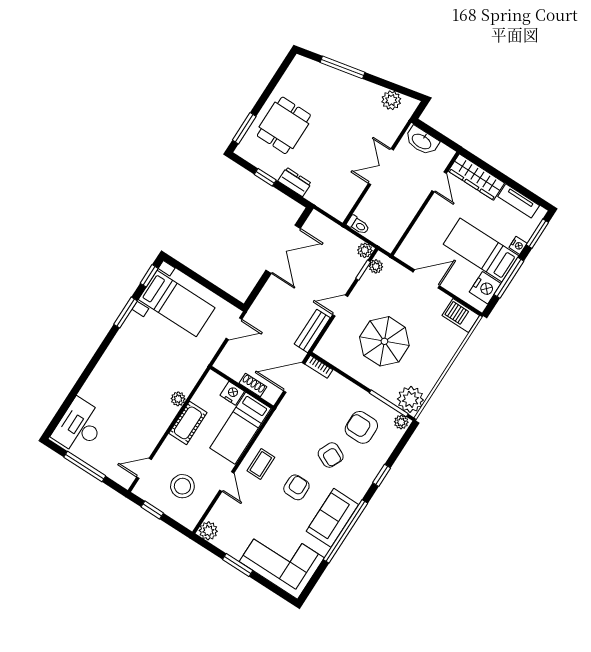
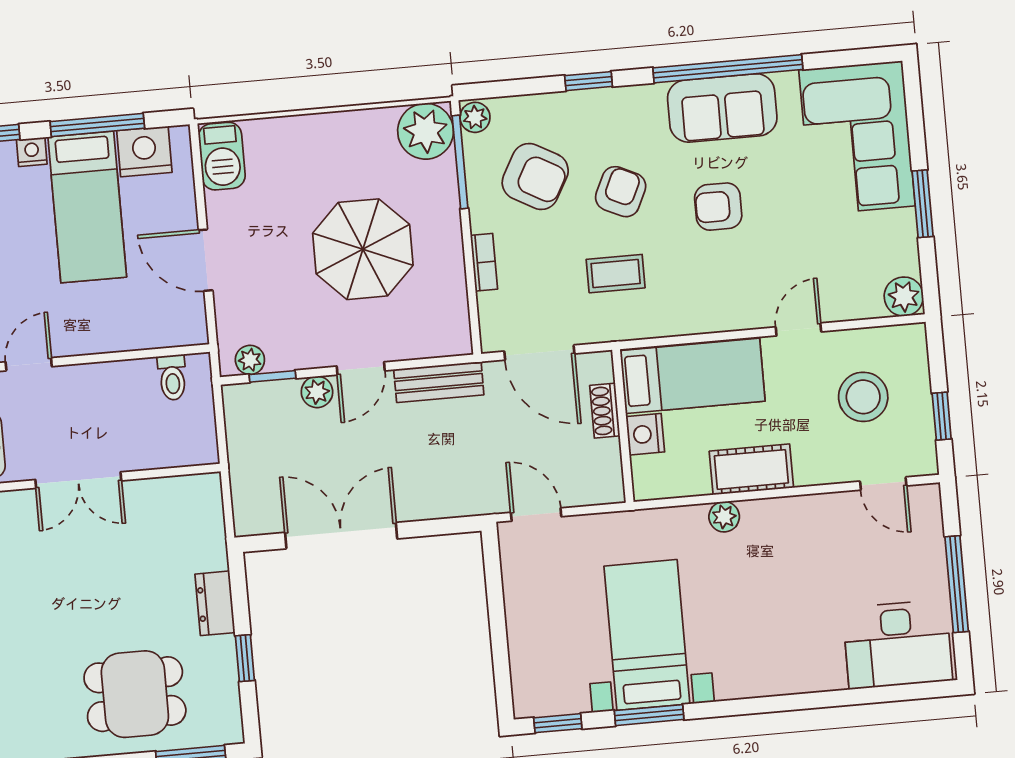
toilet: (358, 225) -> (172, 377), moved, turned 180
plant: (365, 250) -> (317, 392), moved
bed with nightstands: (177, 304) -> (647, 635), moved
door: (340, 306) -> (361, 368), hinge flipped
bookcase: (319, 367) -> (484, 262), moved
armchair: (361, 427) -> (535, 176), turned -61
coffee table: (261, 464) -> (616, 274), moved

